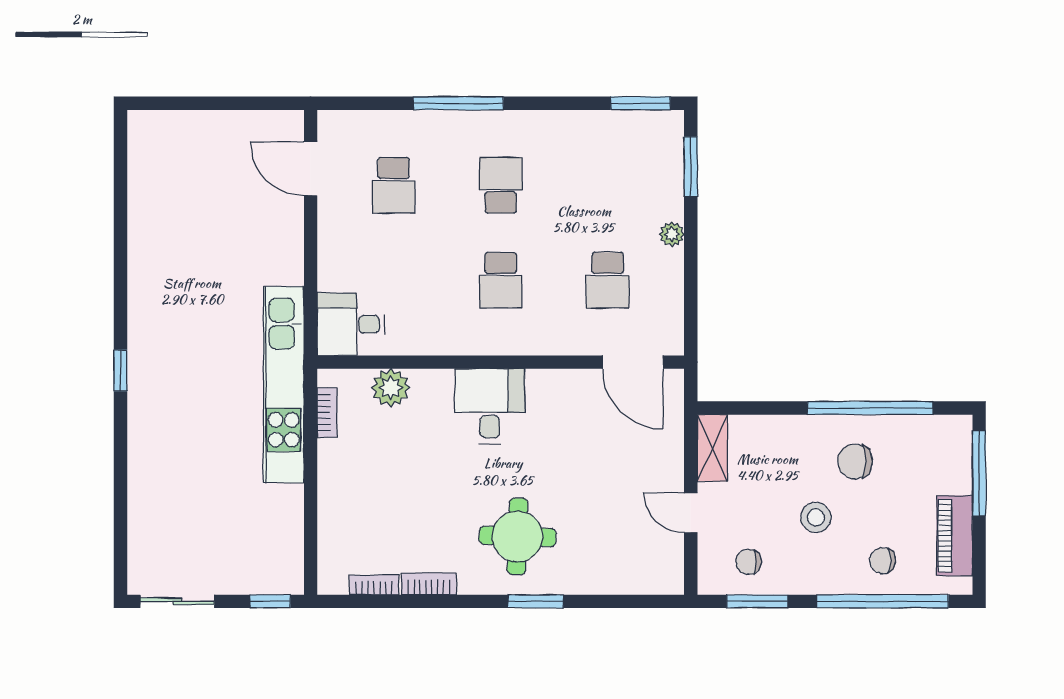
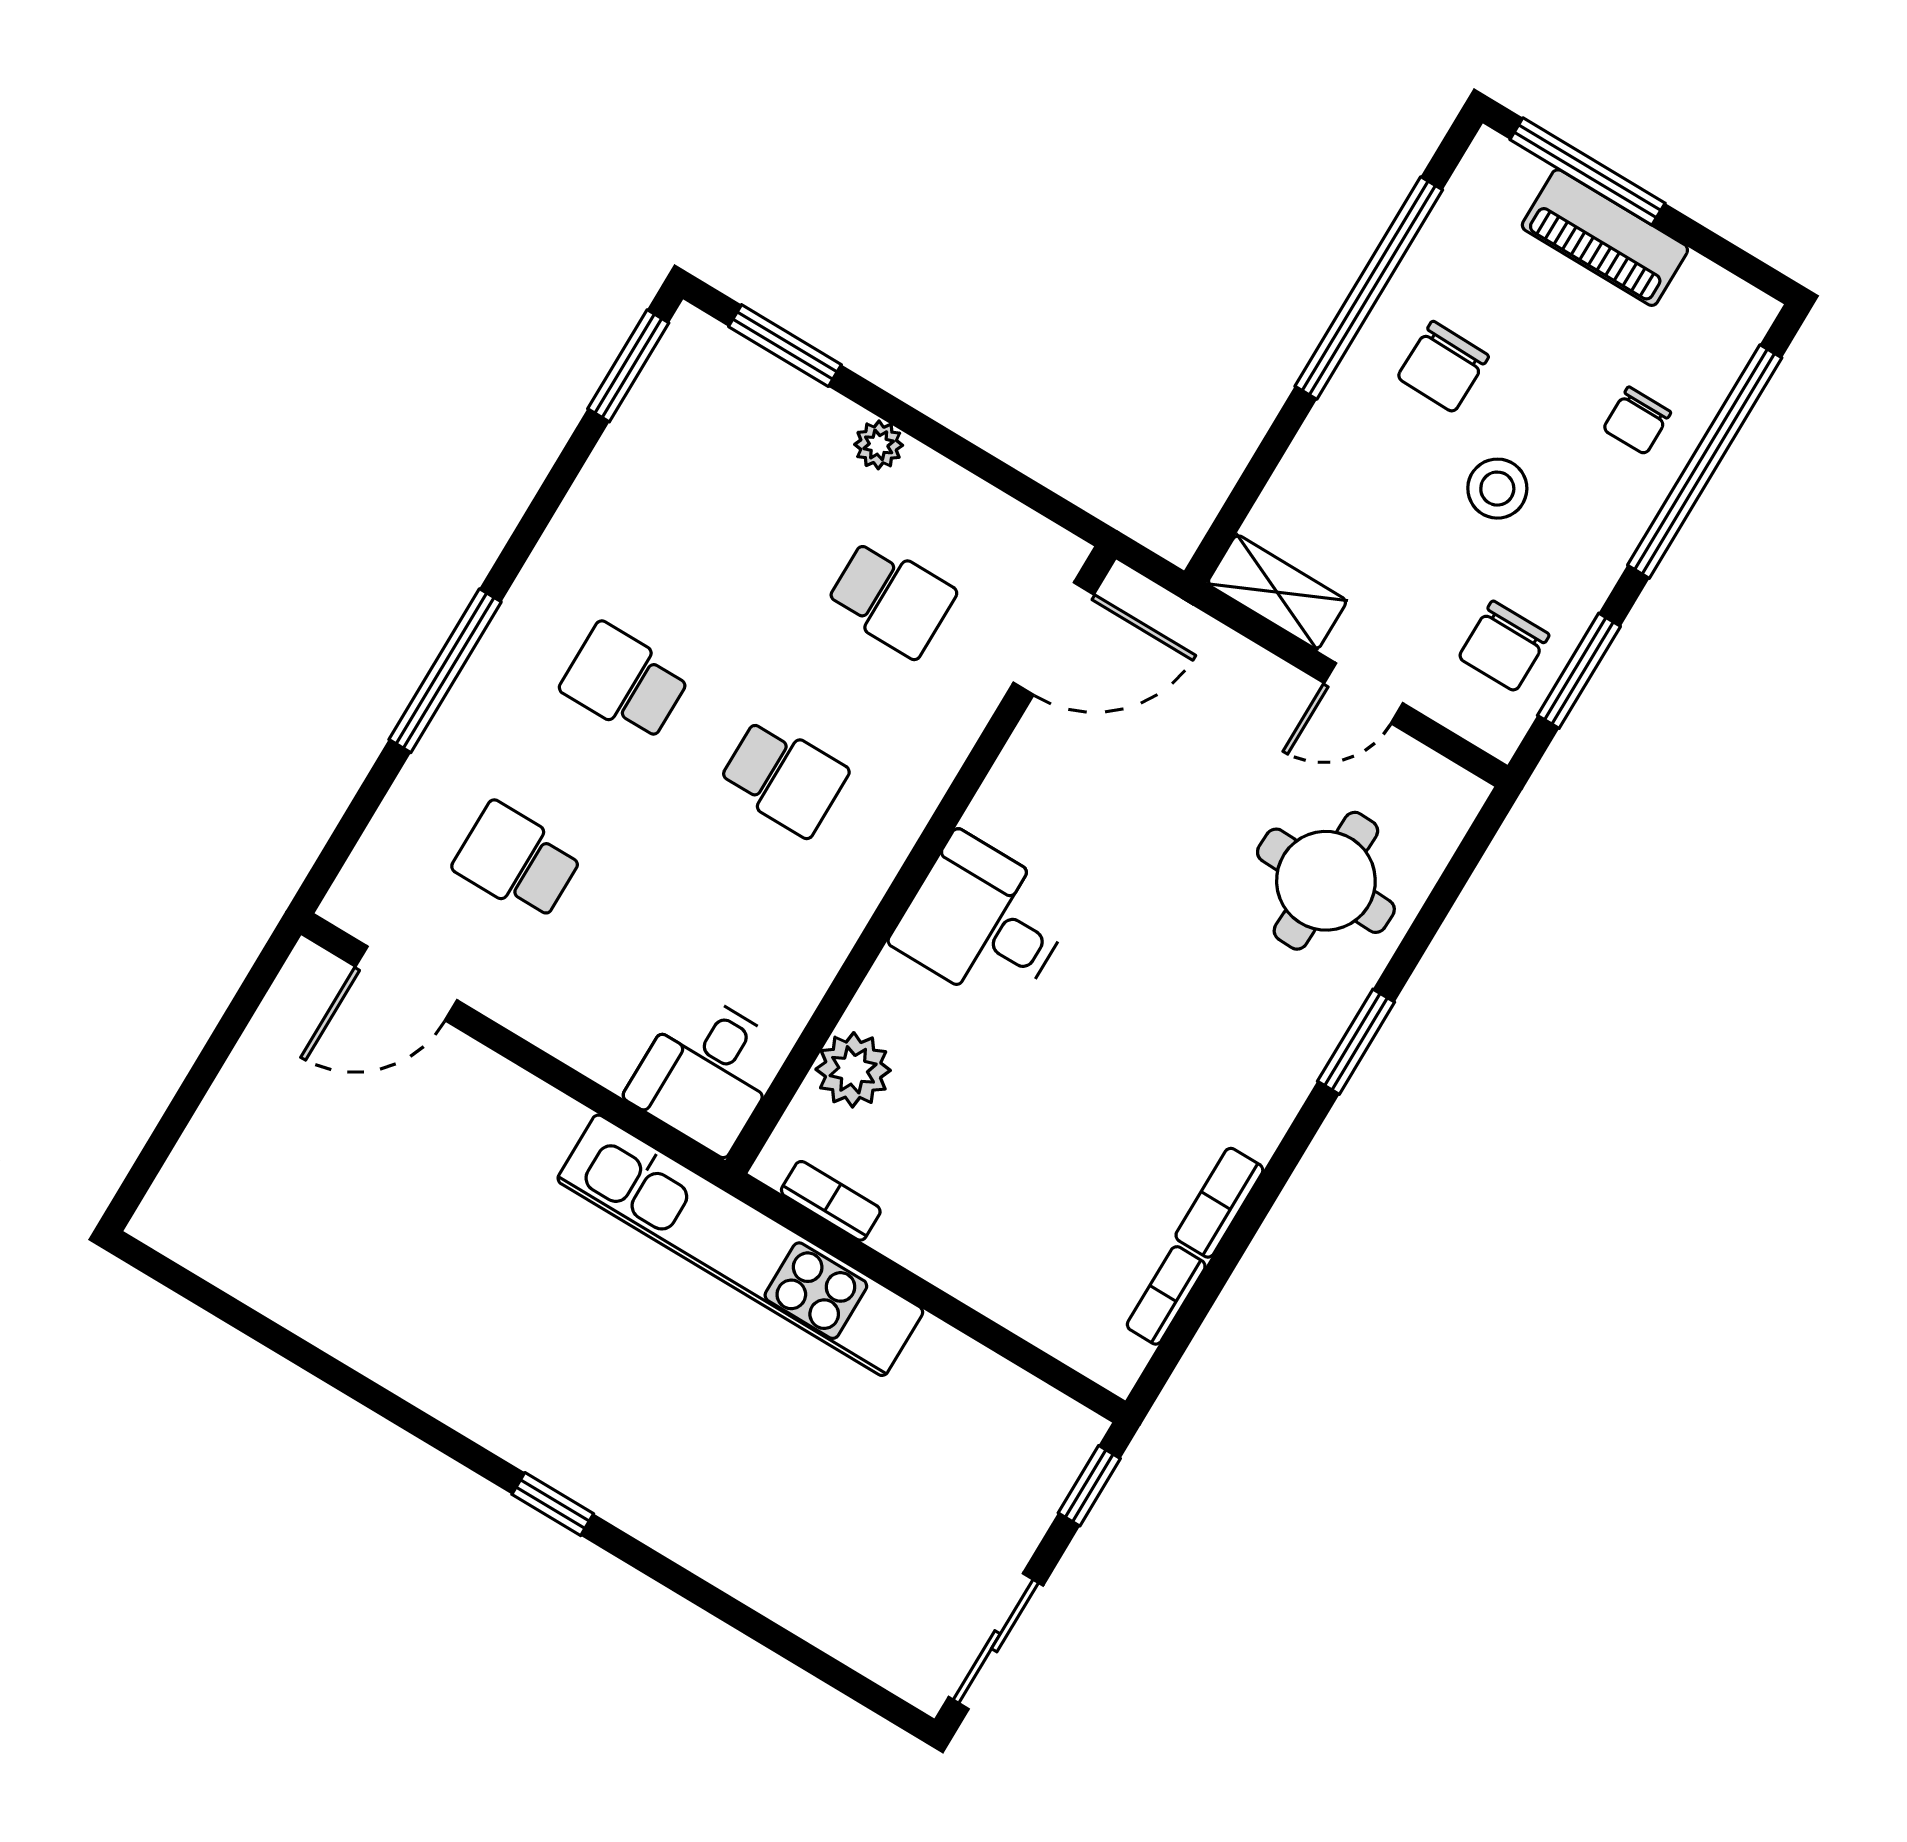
school desk: (394, 185) -> (517, 861), turned 180
round table: (518, 536) -> (1326, 881), moved
piano: (955, 536) -> (1605, 238), moved
chair: (748, 562) -> (1504, 646), width x1.37, depth x1.37

